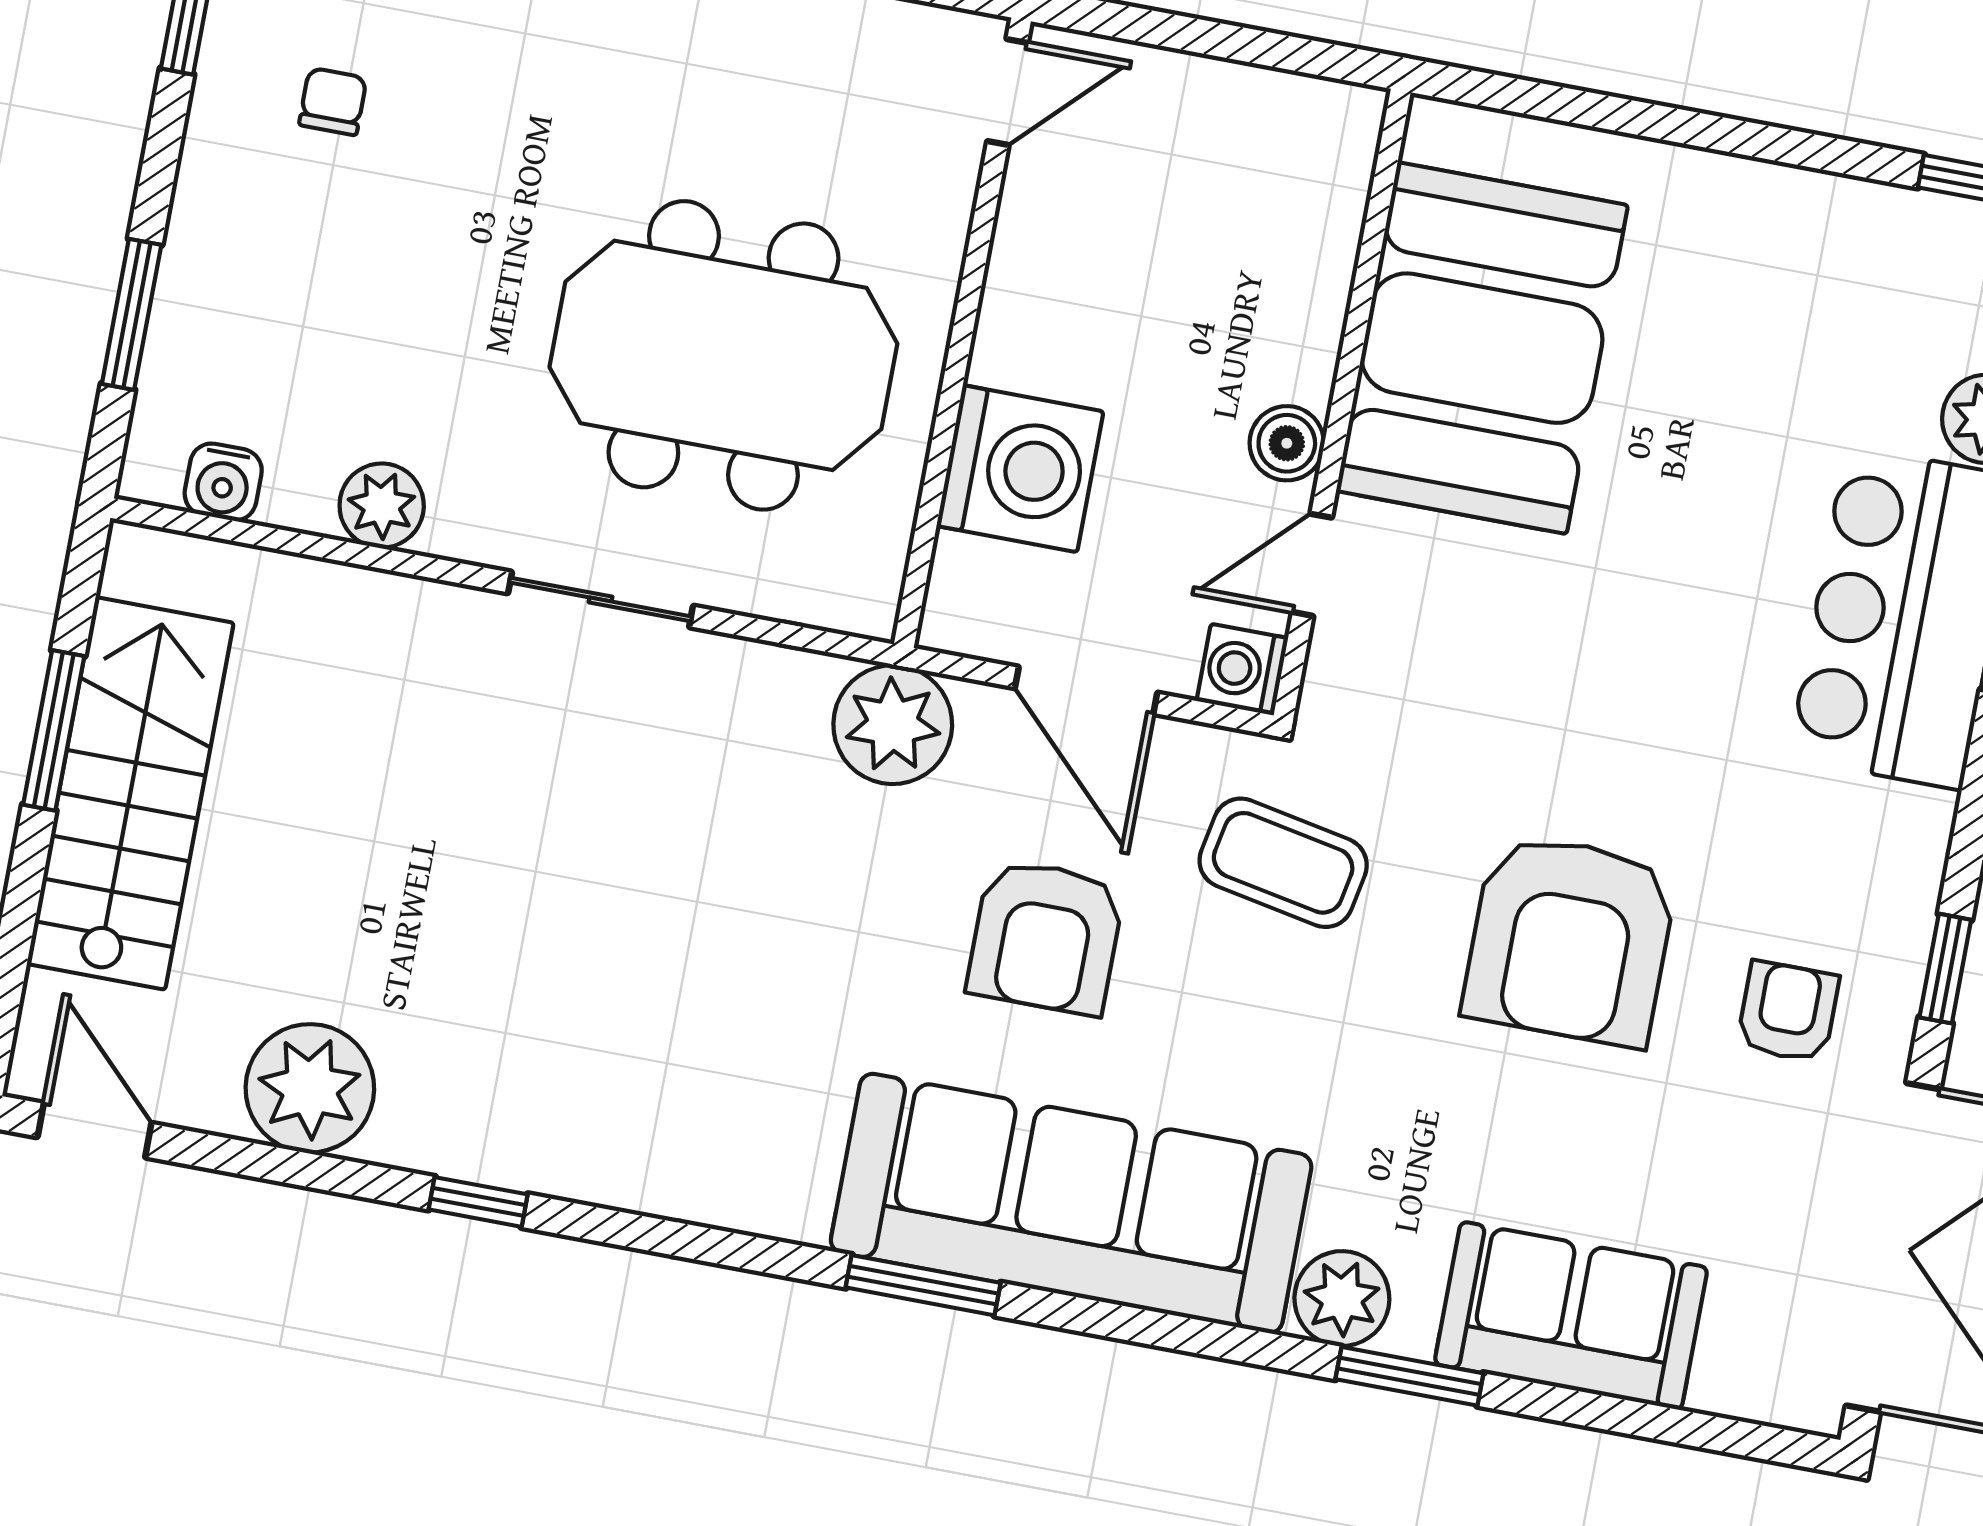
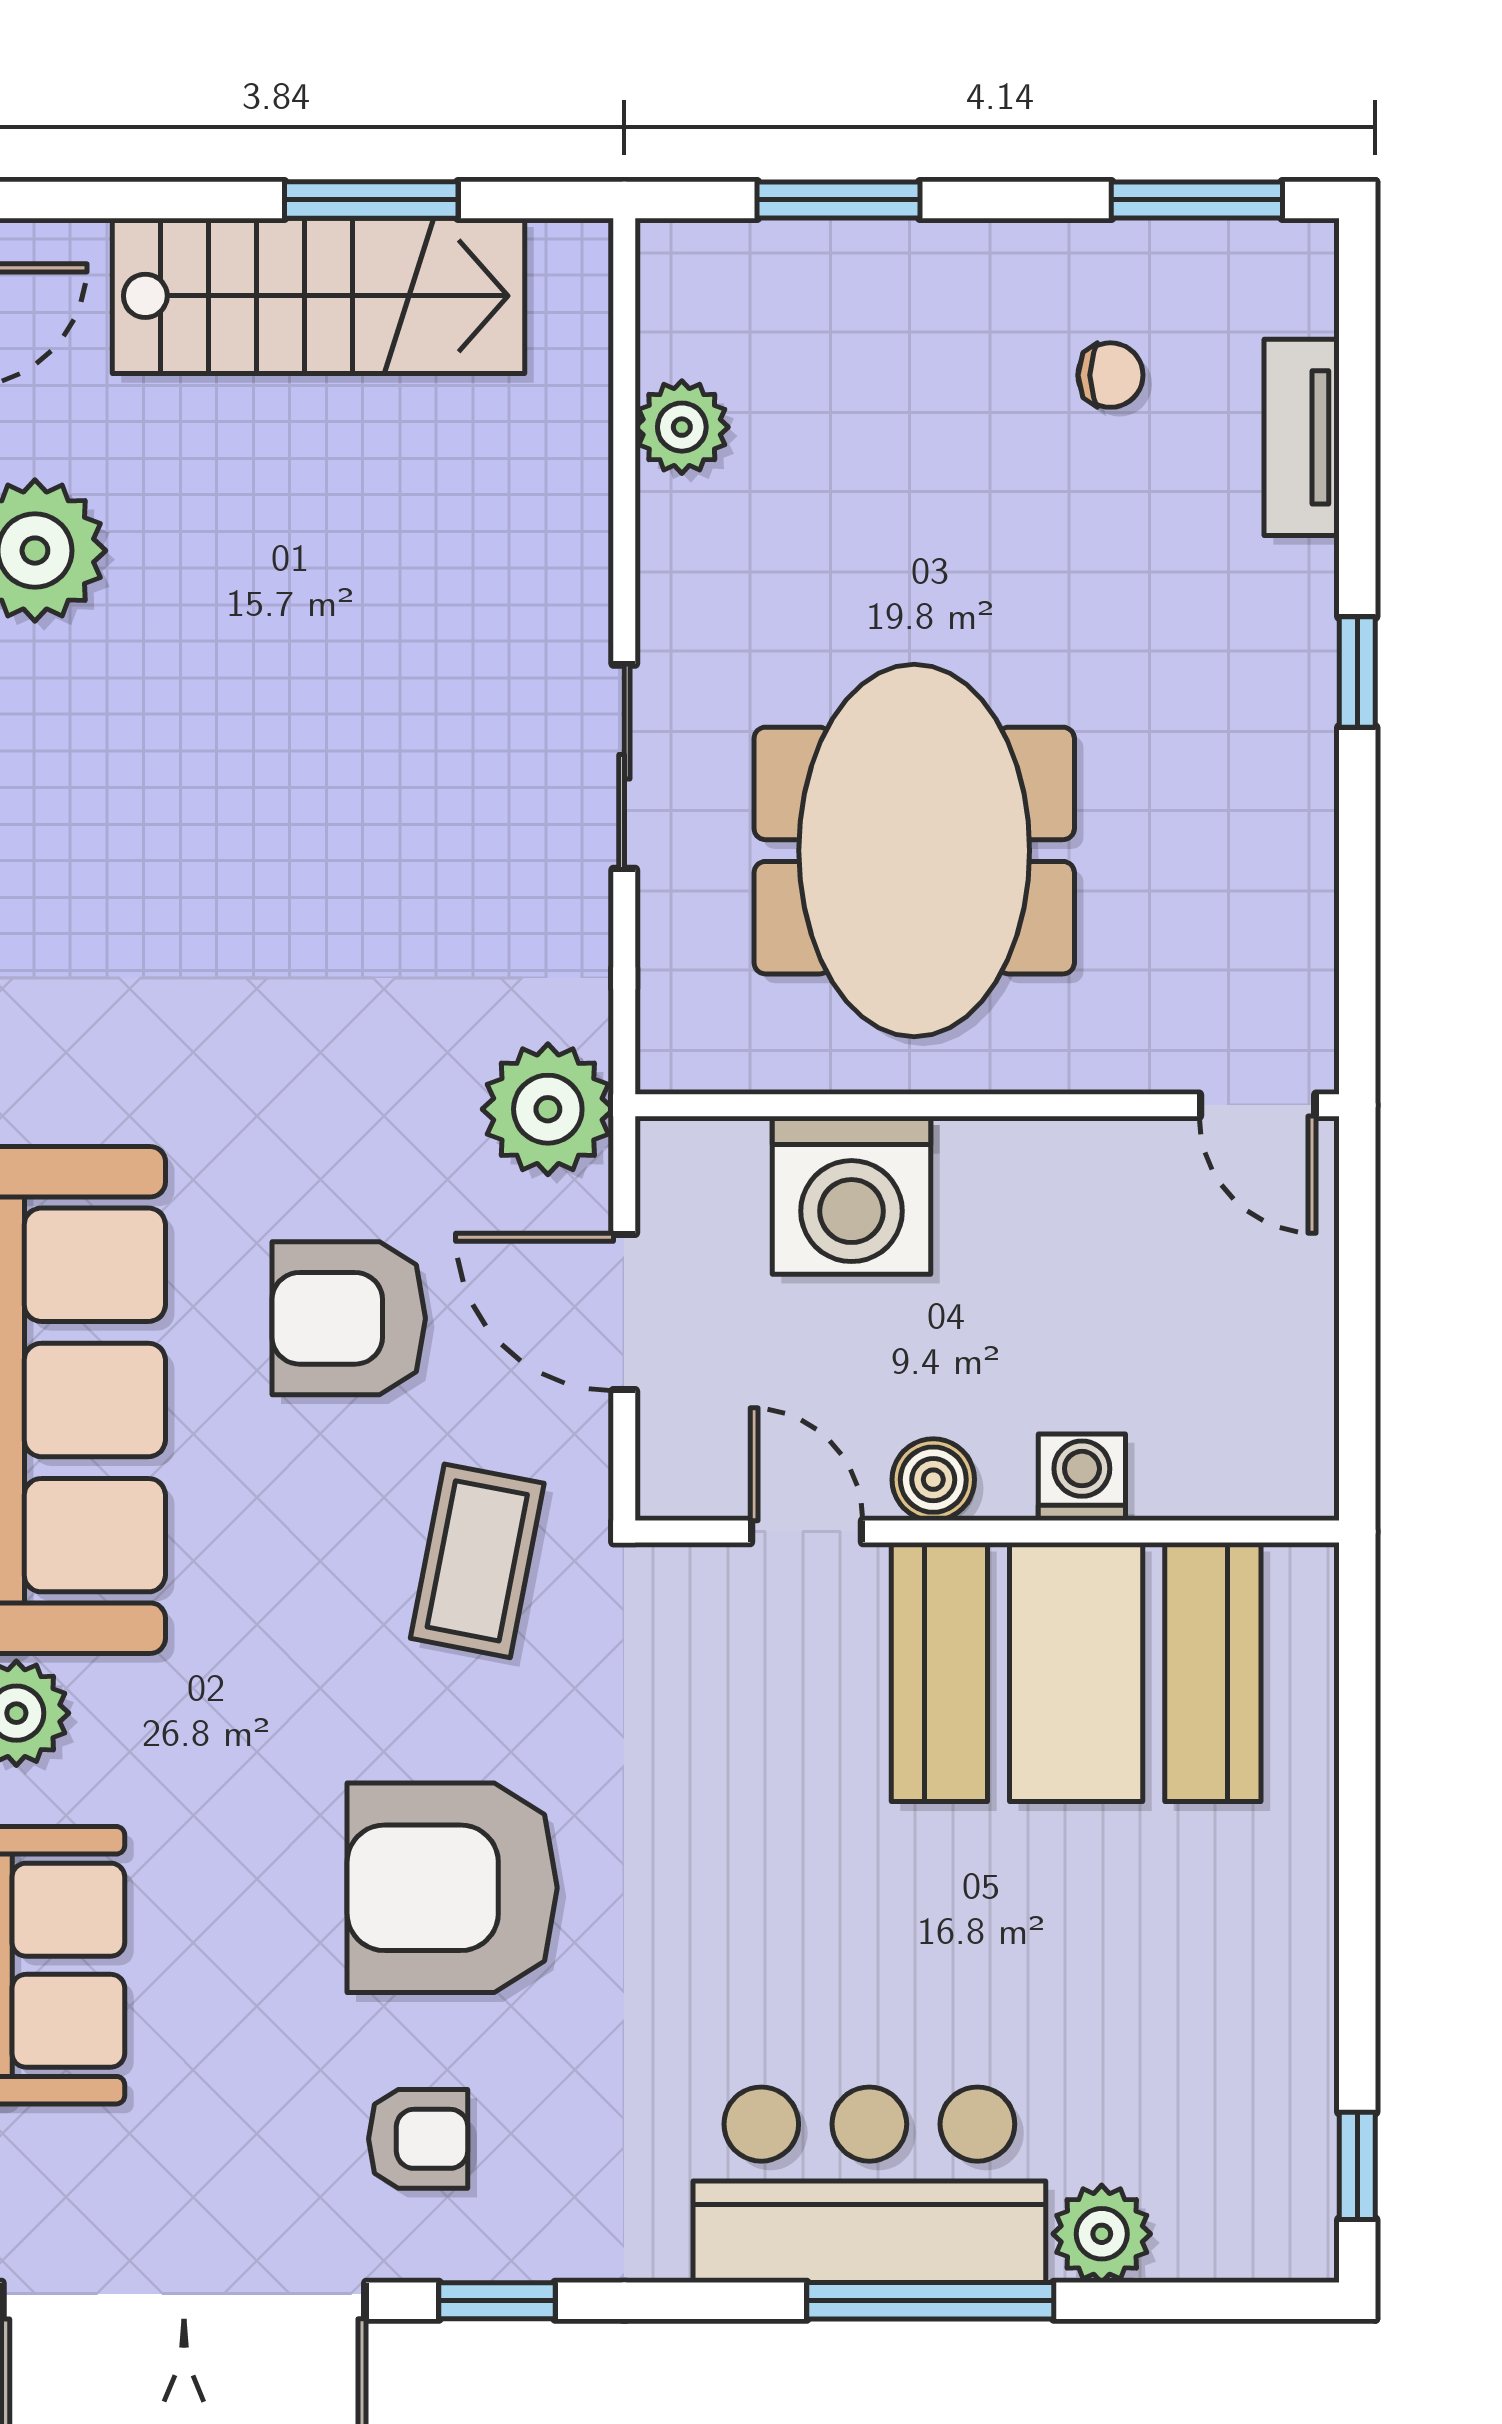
water cooler: (223, 482) -> (675, 333), removed
plant: (382, 506) -> (682, 427), moved
washing machine: (1242, 670) -> (1082, 1477), moved
door: (1086, 690) -> (624, 1312), hinge flipped

